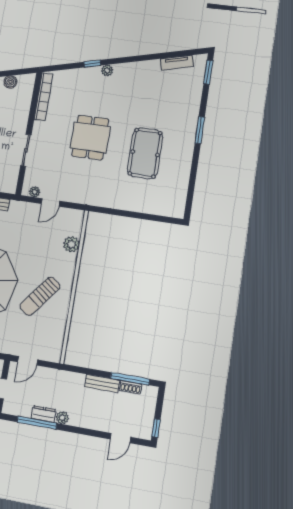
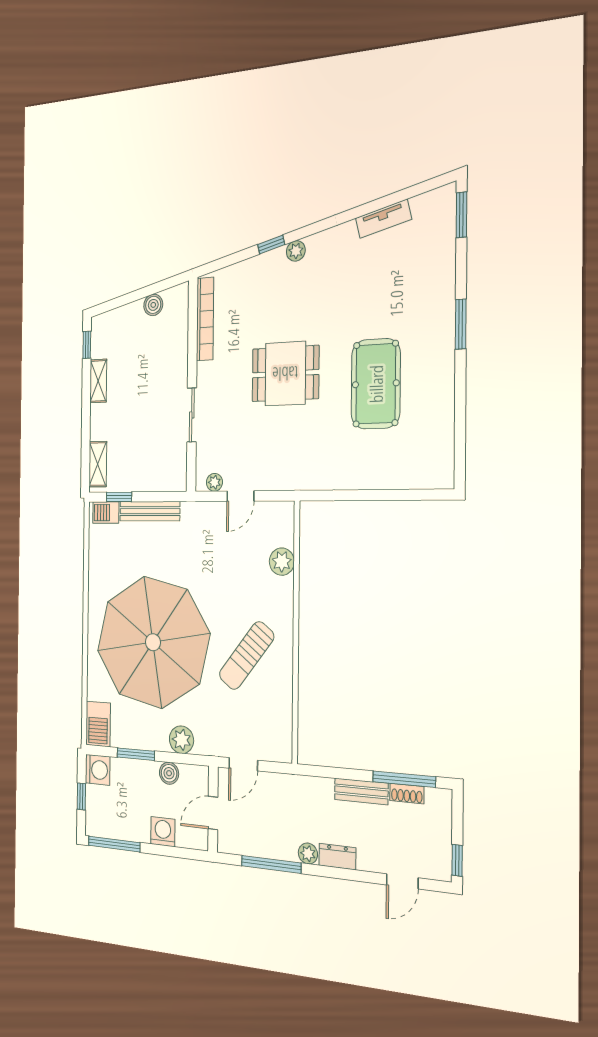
tv unit: (177, 63) -> (383, 219), moved
dining table: (90, 137) -> (285, 374), turned 90
dresser: (44, 414) -> (337, 857), moved

